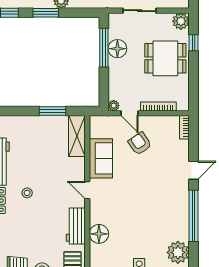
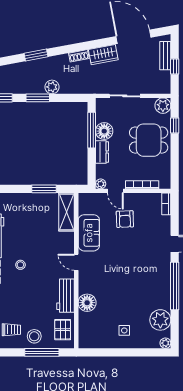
dresser: (115, 71) -> (102, 152), added
armchair: (140, 144) -> (125, 219), turned -148

